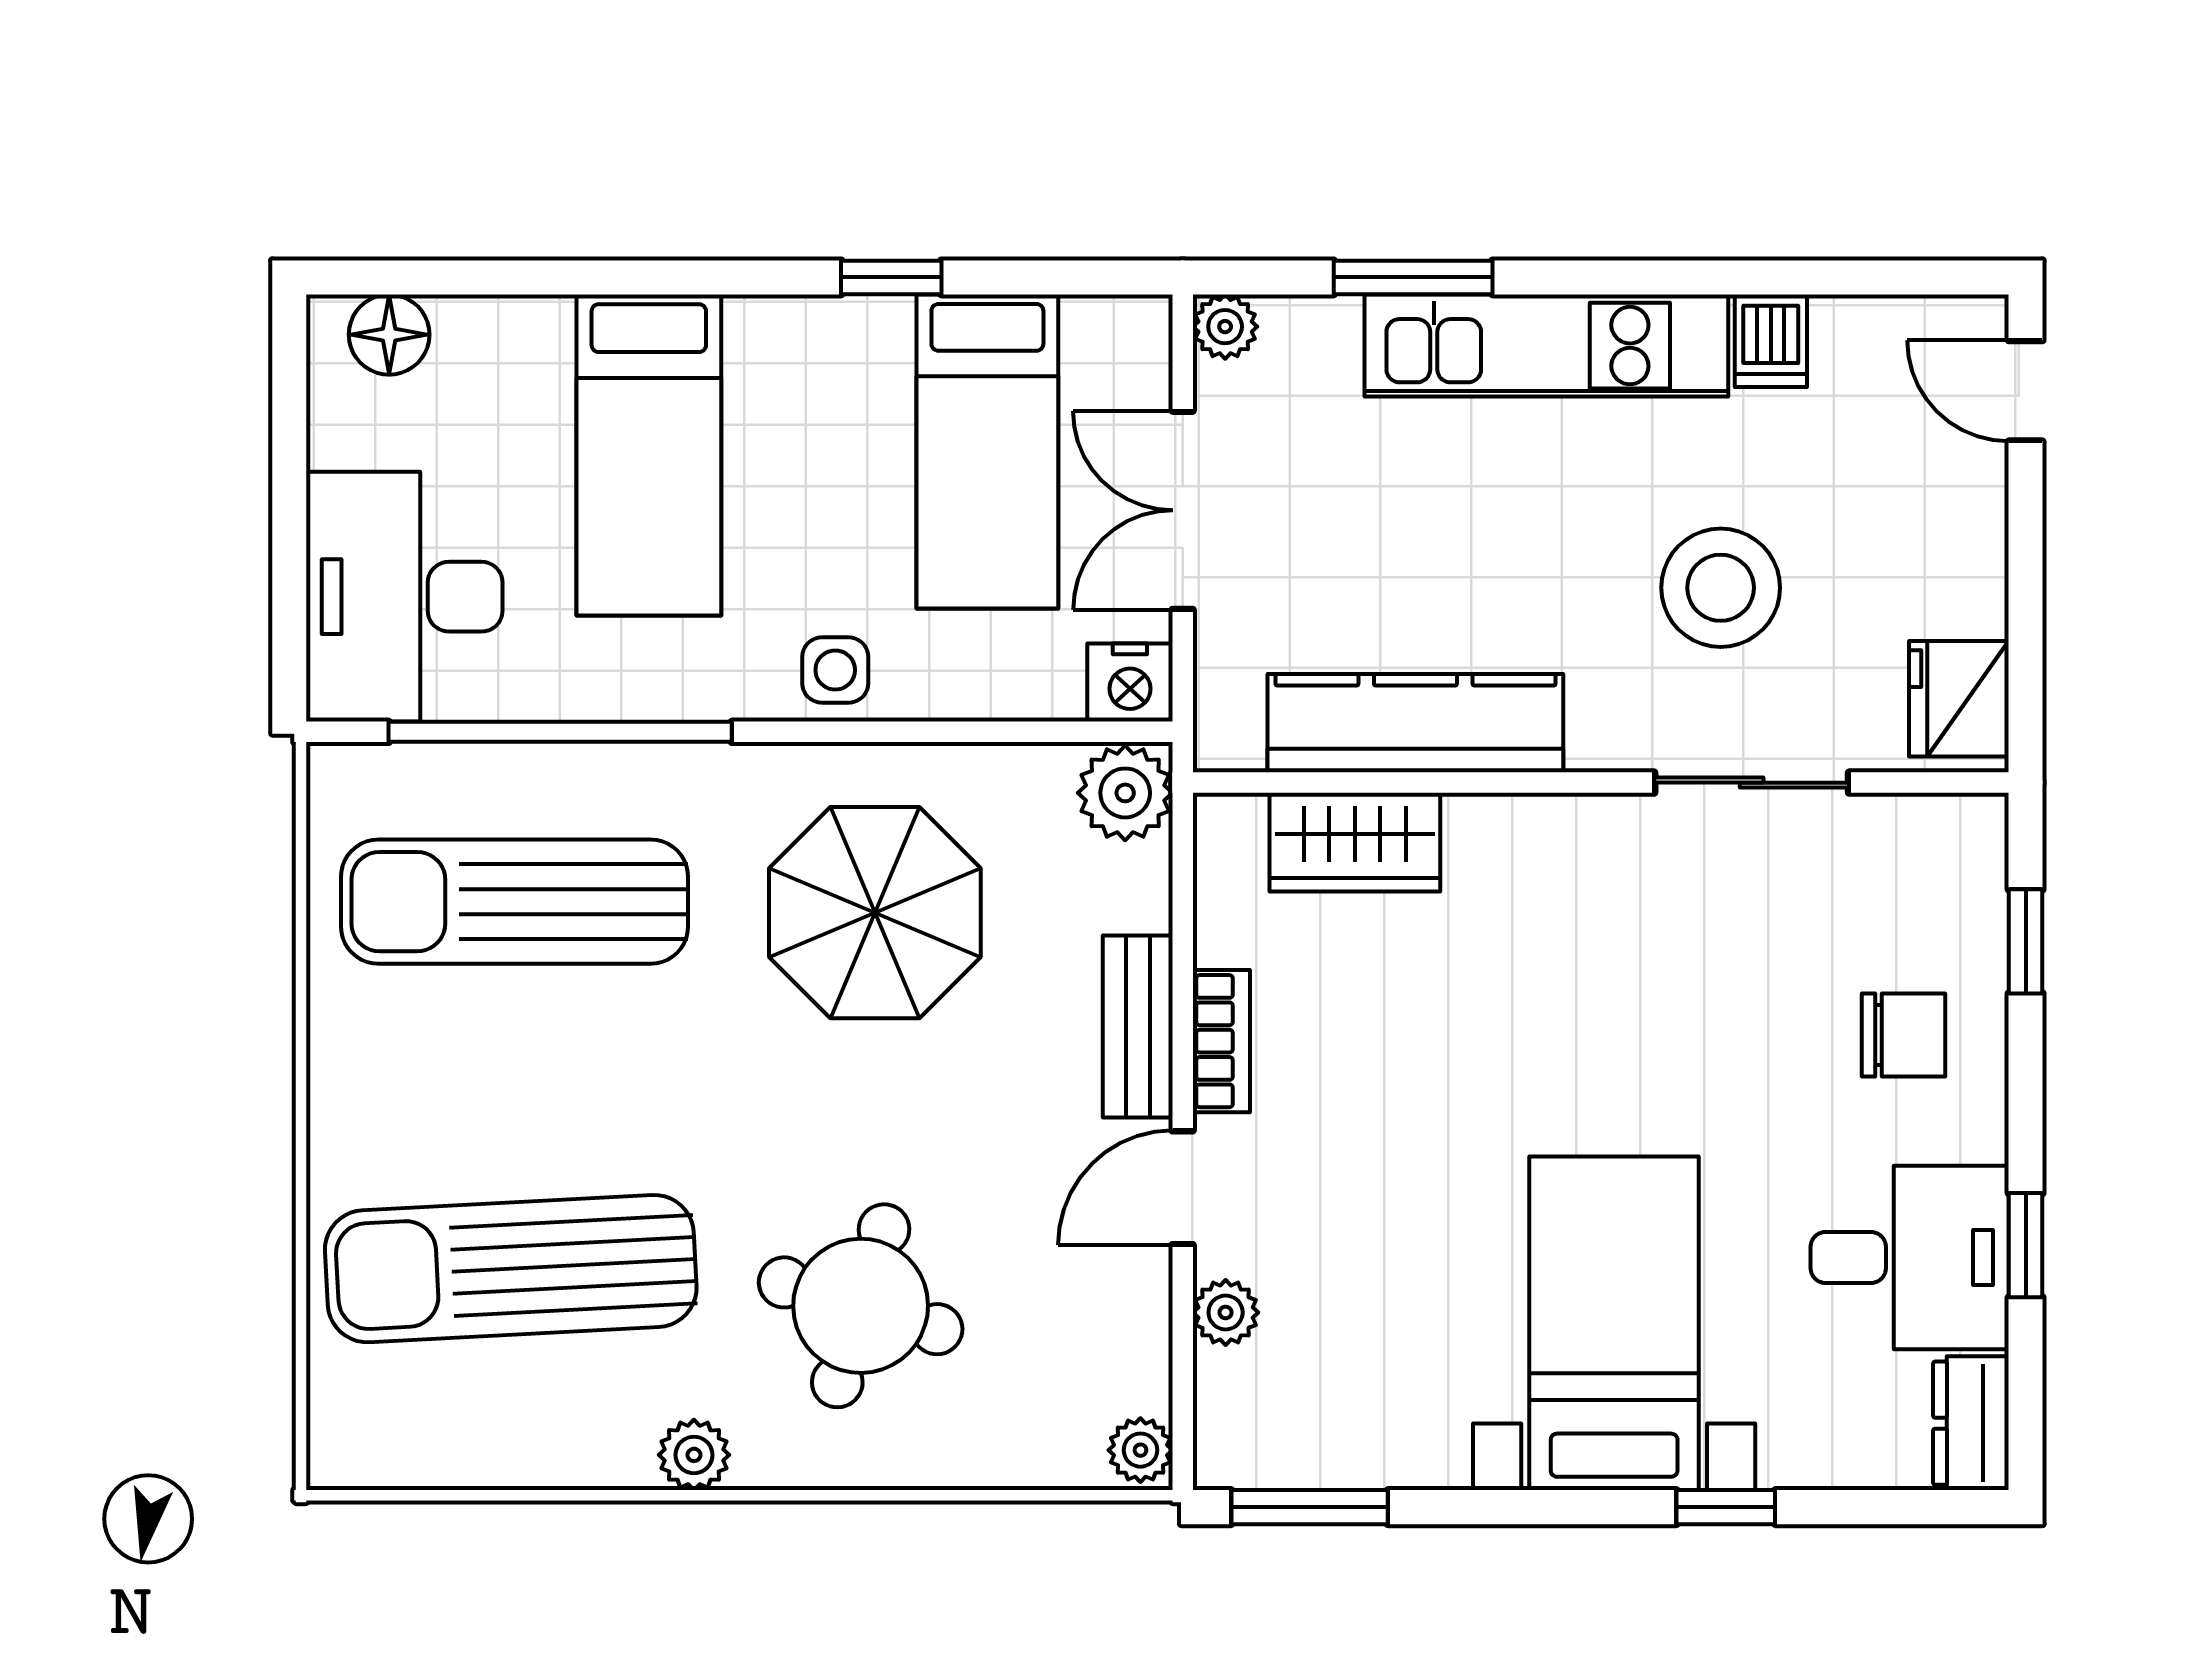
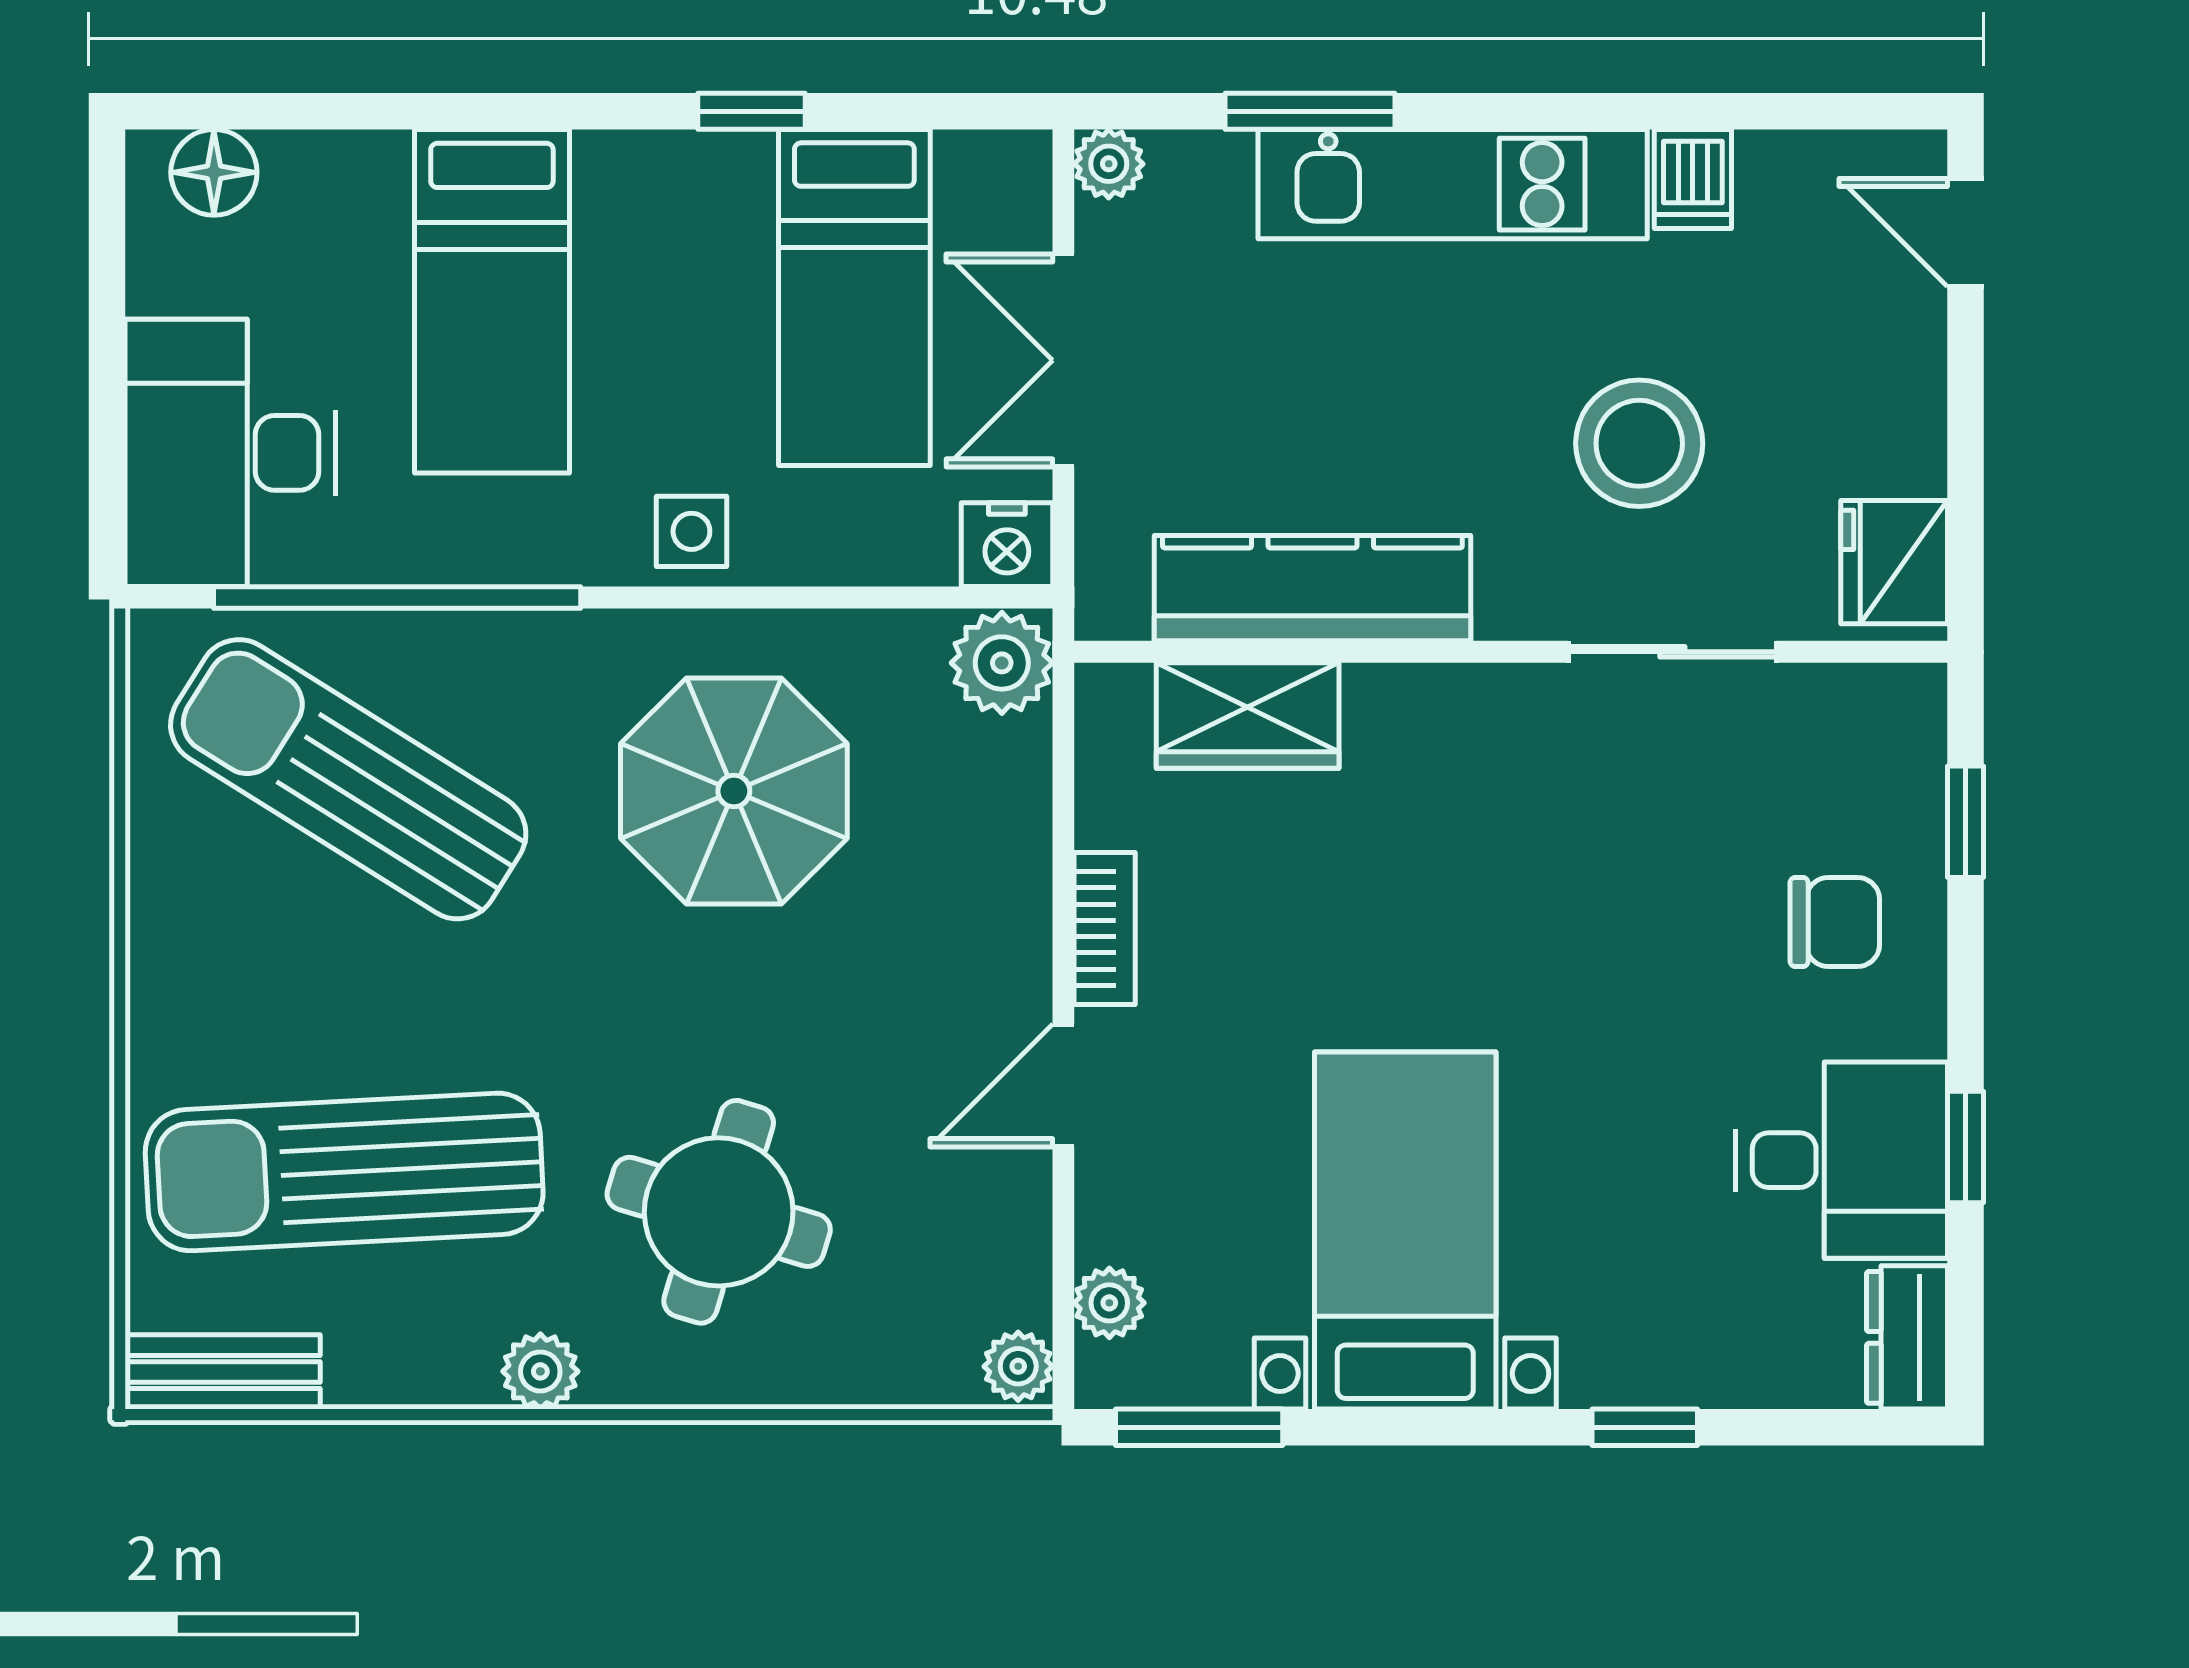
sun lounger: (515, 902) -> (348, 779), turned 32
bench: (1138, 1027) -> (223, 1372), moved, turned 90
plant: (1226, 1312) -> (1109, 1303), moved
bed with nightstands: (1614, 1323) -> (1405, 1231), moved

